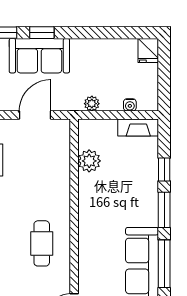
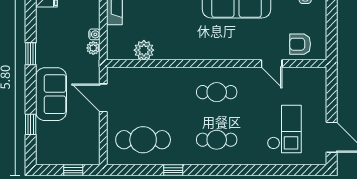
window: (42, 33) -> (31, 54), moved
water cooler: (130, 105) -> (94, 34), moved

